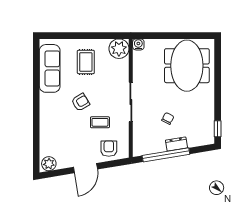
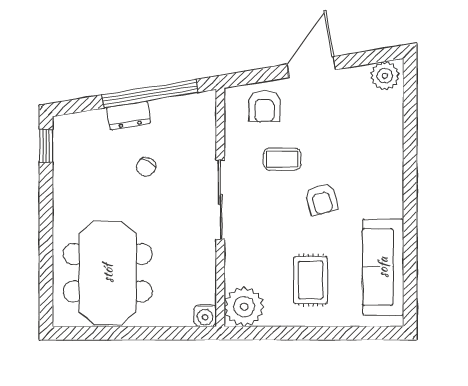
armchair: (81, 102) -> (321, 199), turned -75

